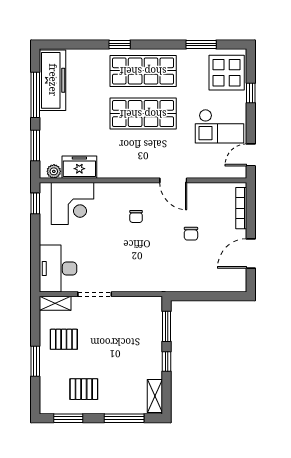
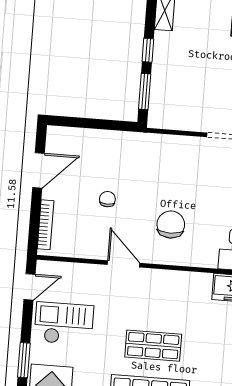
window: (251, 93) -> (24, 360), width x1.50
shop shelf: (143, 114) -> (153, 346), width x0.70, depth x0.74
chair: (136, 216) -> (171, 225), width x1.87, depth x1.87

